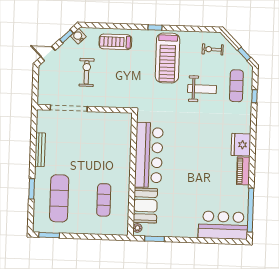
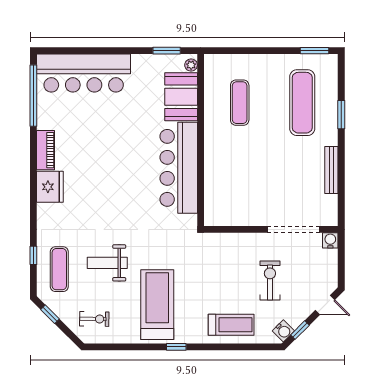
exercise bike: (87, 72) -> (270, 281), turned 180
water cooler: (43, 99) -> (330, 240), added
bar counter: (223, 225) -> (84, 73), width x1.36

